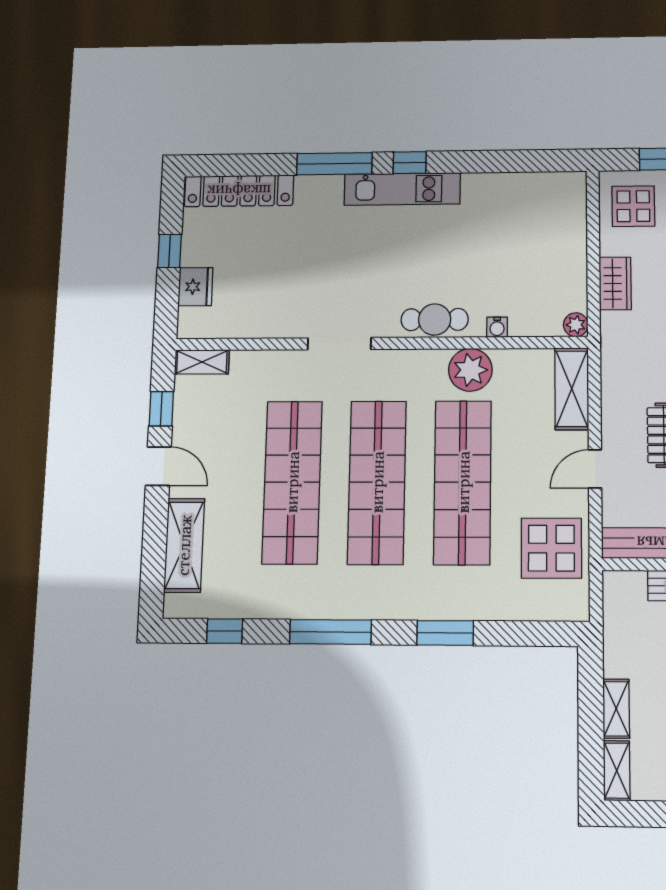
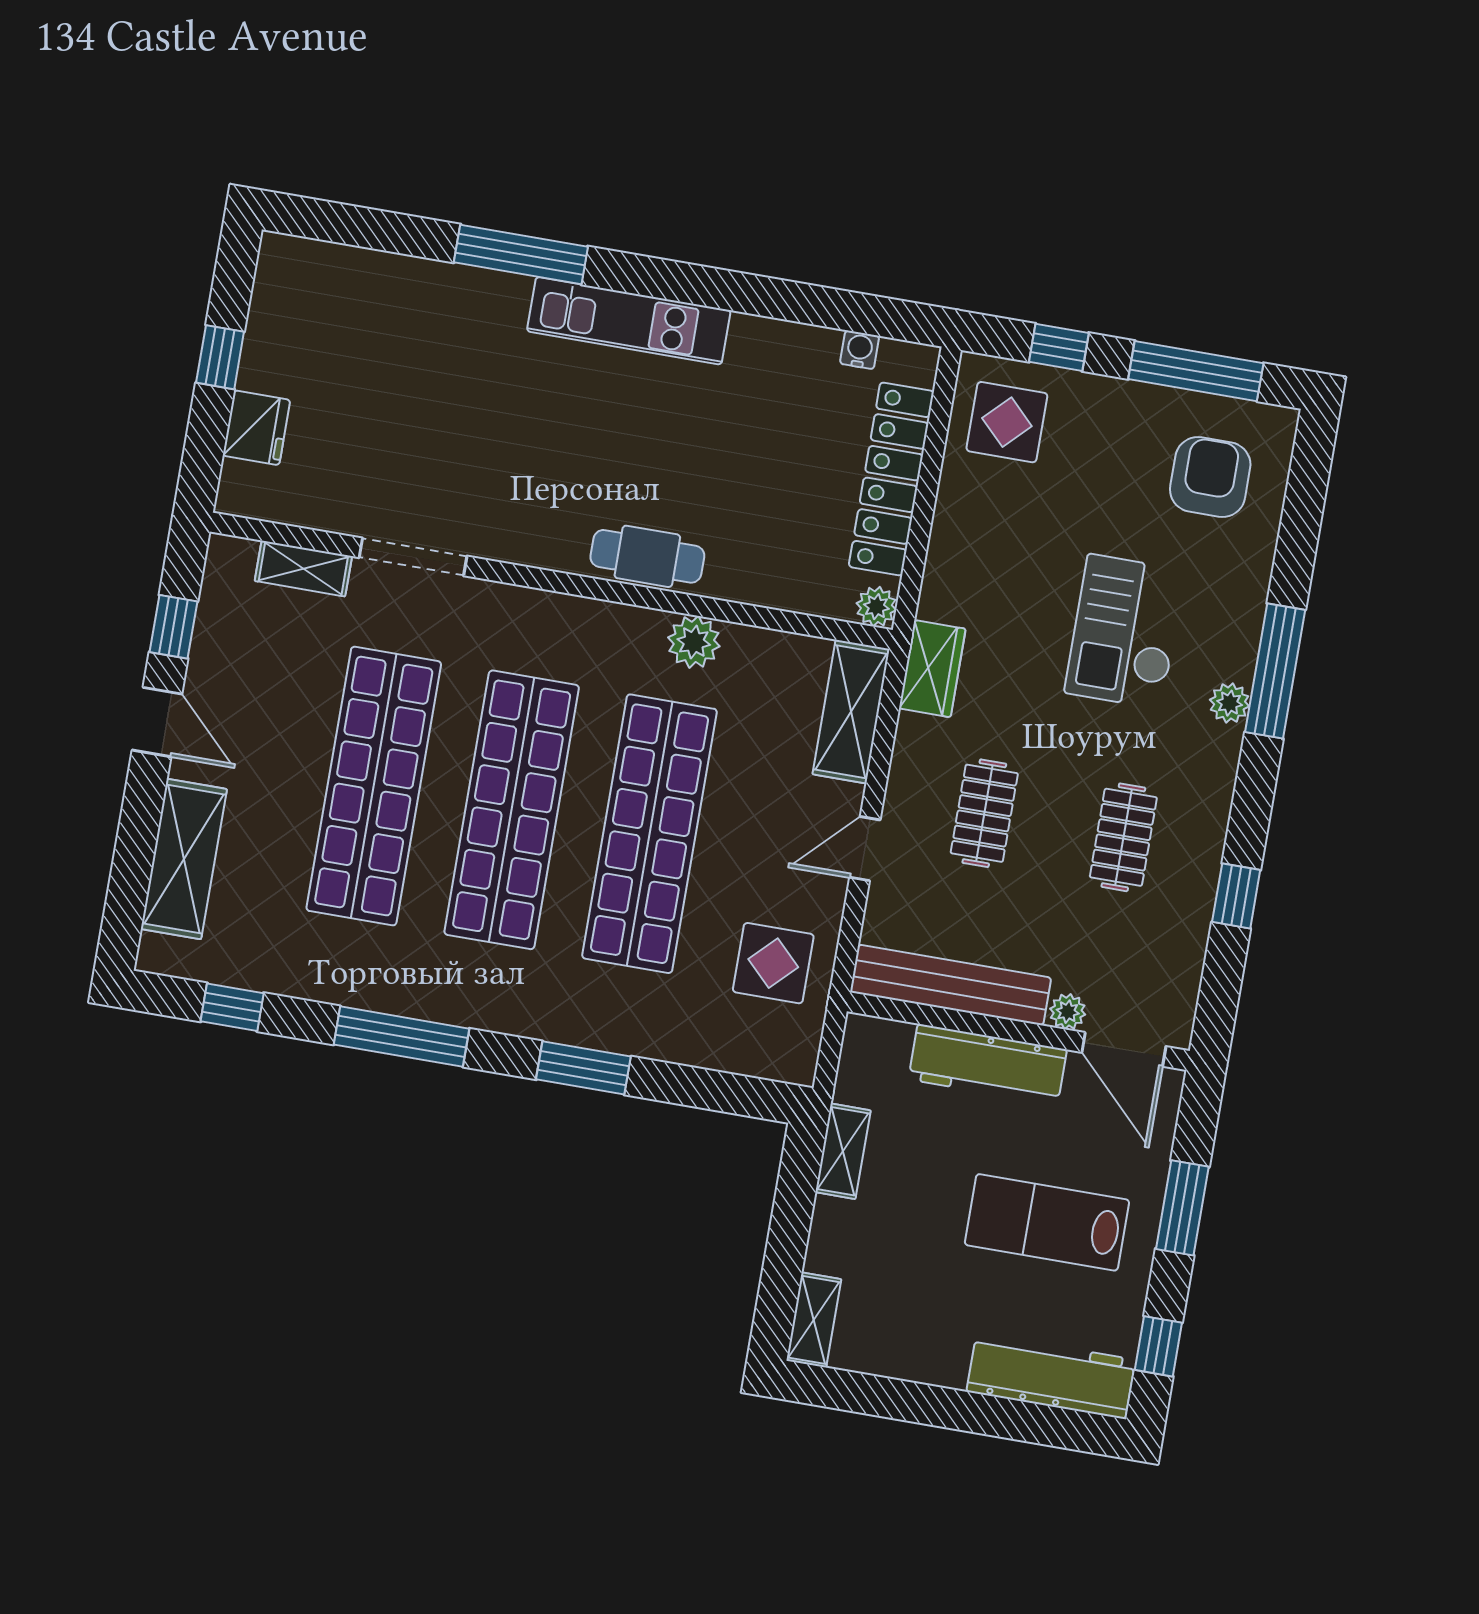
window: (410, 163) -> (648, 276), removed
locker: (239, 191) -> (891, 479), moved, turned 90
wardrobe: (615, 283) -> (932, 669), moved
water cooler: (497, 327) -> (860, 350), moved, turned 180
doorway: (339, 344) -> (413, 557), moved
shelving: (202, 362) -> (303, 569), moved
plant: (470, 370) -> (694, 642), width x0.73, depth x0.73
display table: (551, 548) -> (773, 963), width x0.73, depth x0.73
shelving: (616, 709) -> (843, 1151), moved

